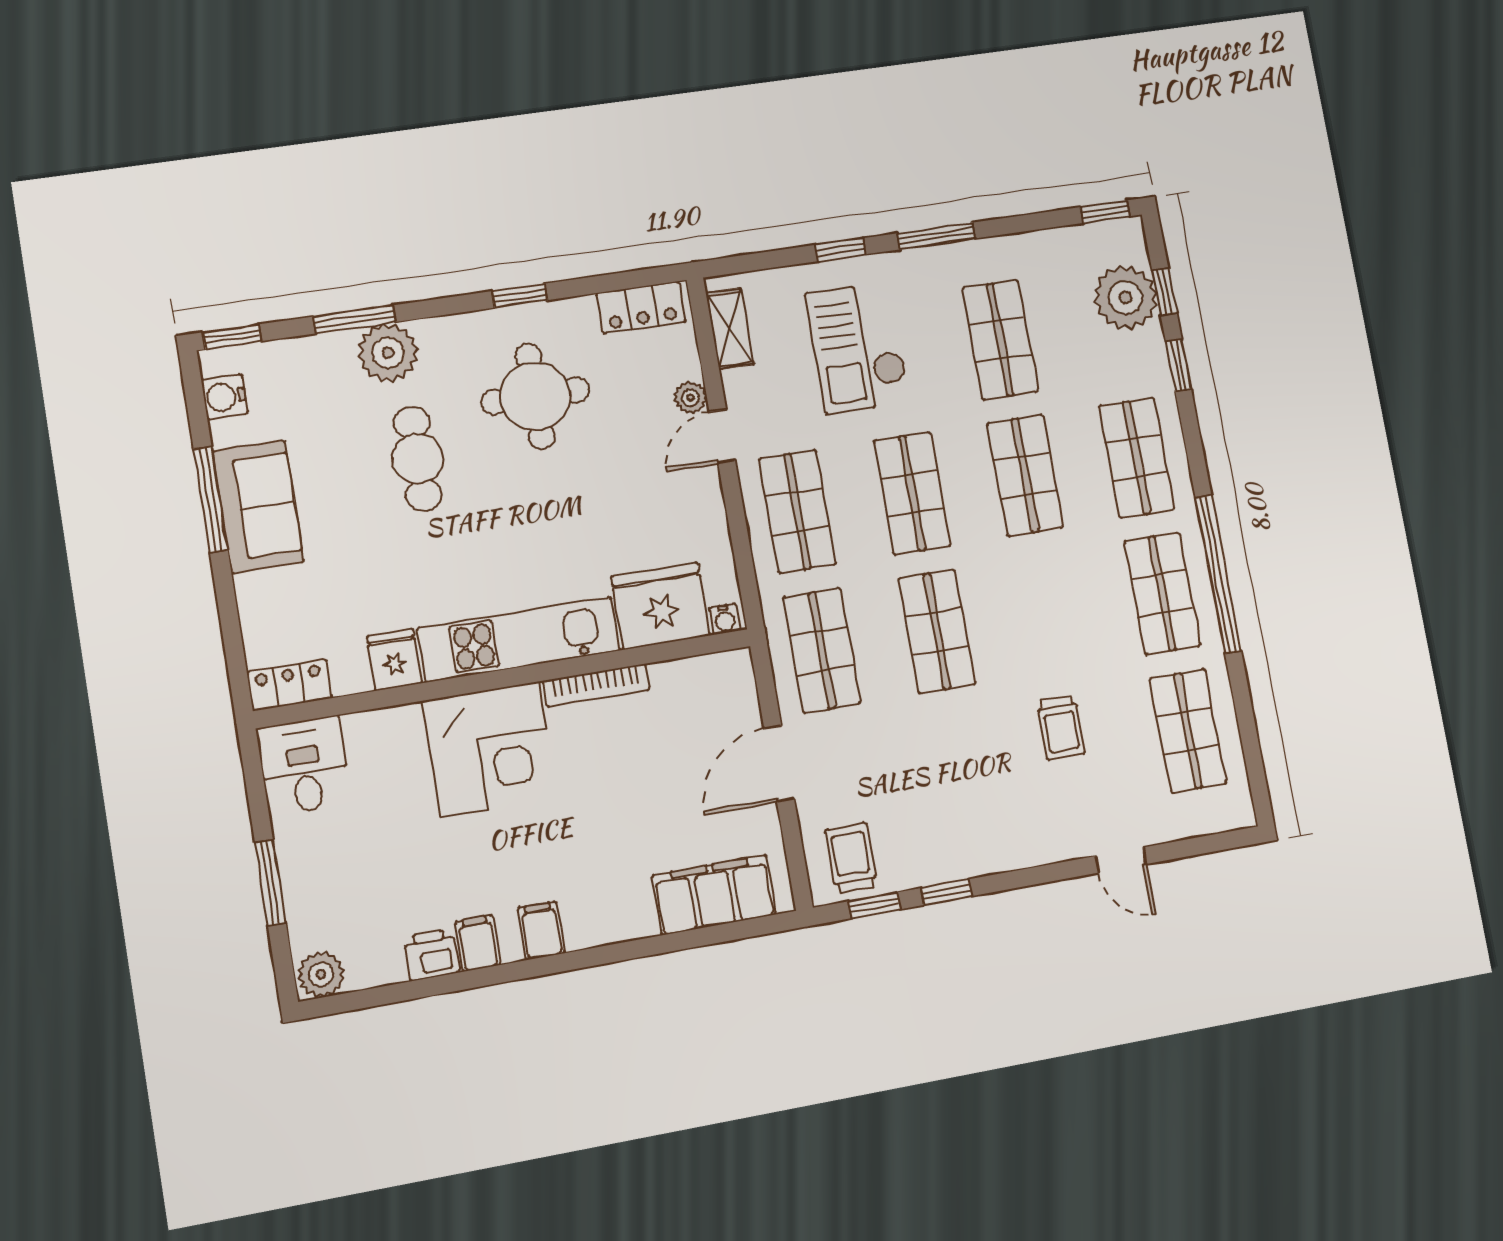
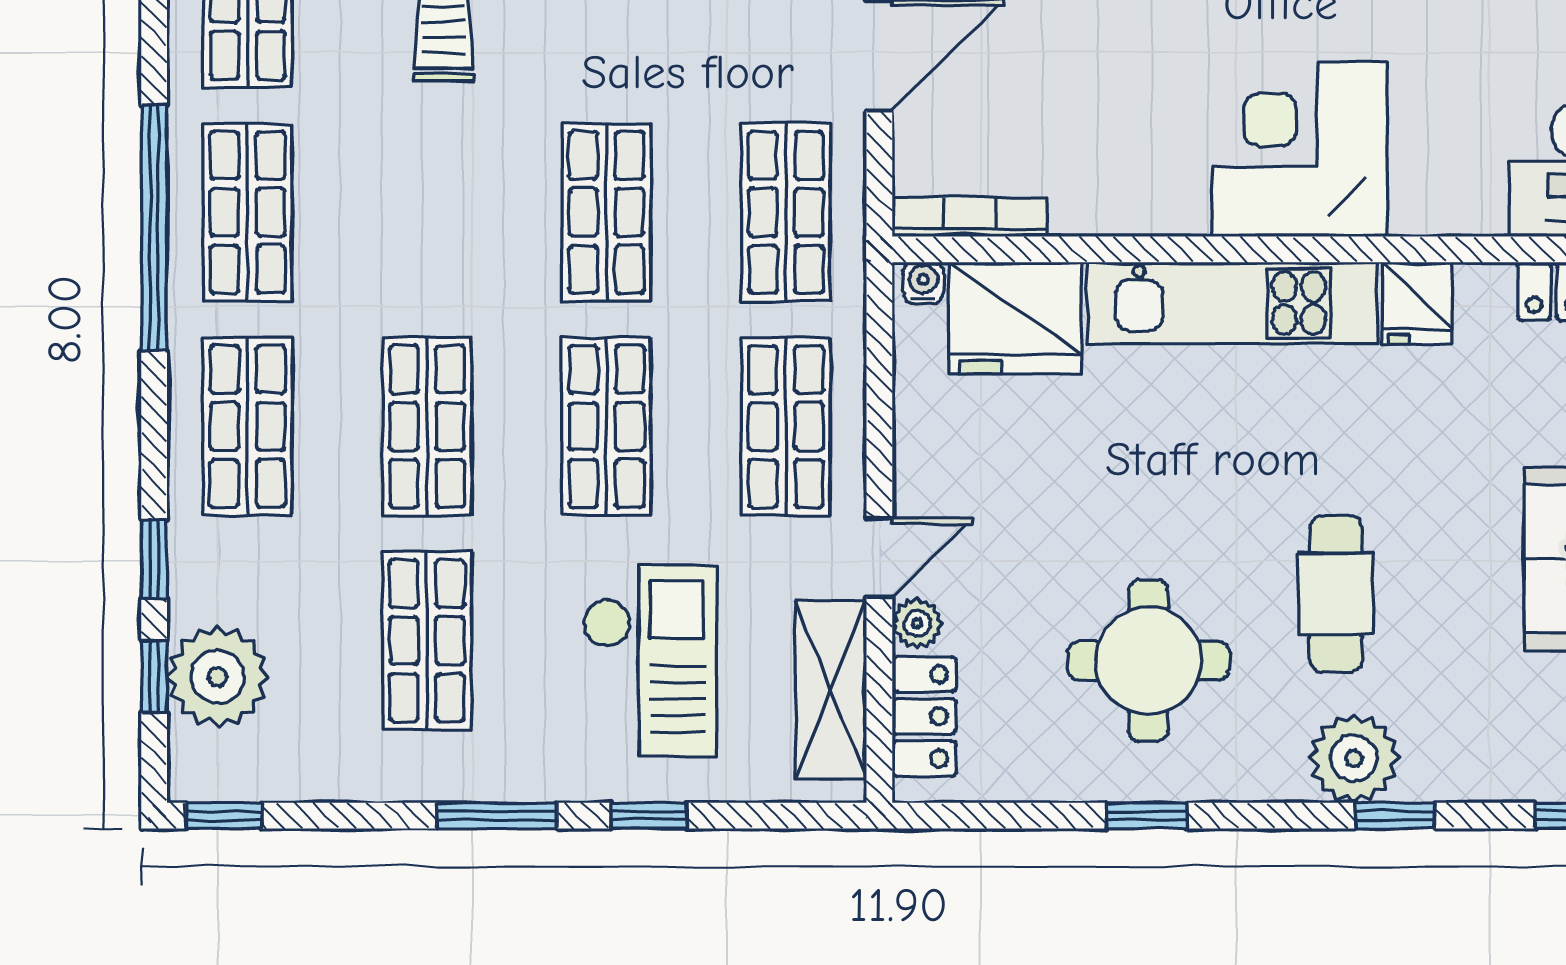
locker: (641, 308) -> (924, 717), moved, turned 90
window: (354, 319) -> (1395, 816), width x0.67
shelving: (730, 329) -> (831, 689), width x1.50, depth x1.33
bookcase: (596, 685) -> (970, 217), moved

